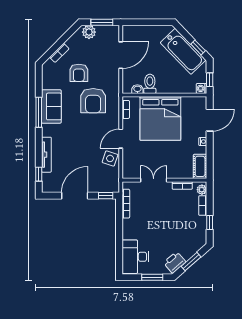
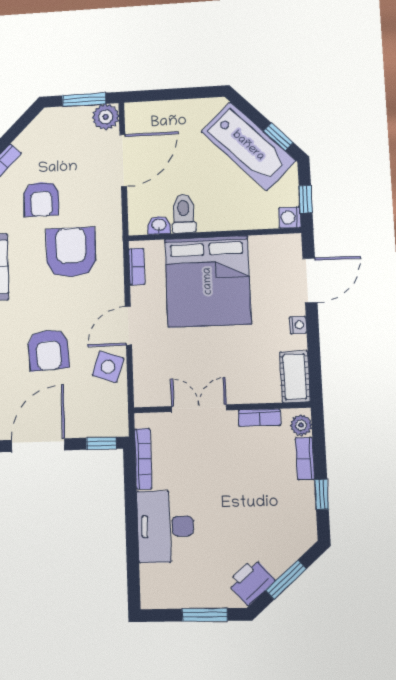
plant: (89, 32) -> (106, 117), moved
armchair: (93, 101) -> (71, 252), turned 180
armchair: (81, 149) -> (48, 350), added
desk: (135, 257) -> (165, 526), moved

